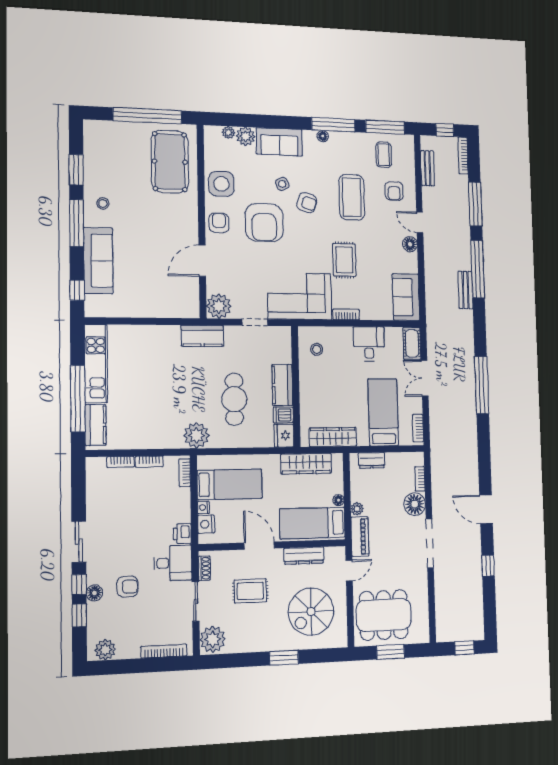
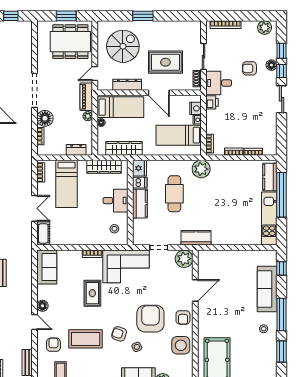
coffee table: (352, 197) -> (86, 339), turned 90
desk: (369, 344) -> (116, 201), moved, turned -90
rug: (250, 591) -> (165, 62), width x1.36, depth x1.43
plant: (213, 639) -> (192, 31), removed

